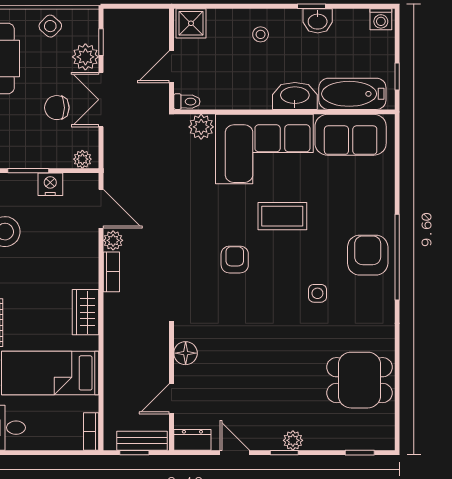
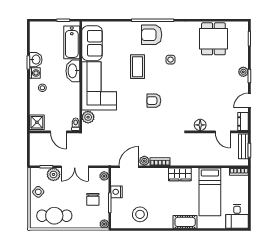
washing machine: (381, 19) -> (35, 73), moved
chair: (57, 108) -> (93, 199), moved
coffee table: (282, 216) -> (138, 67), moved

